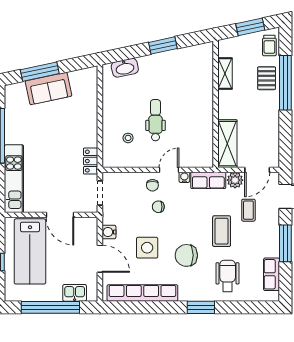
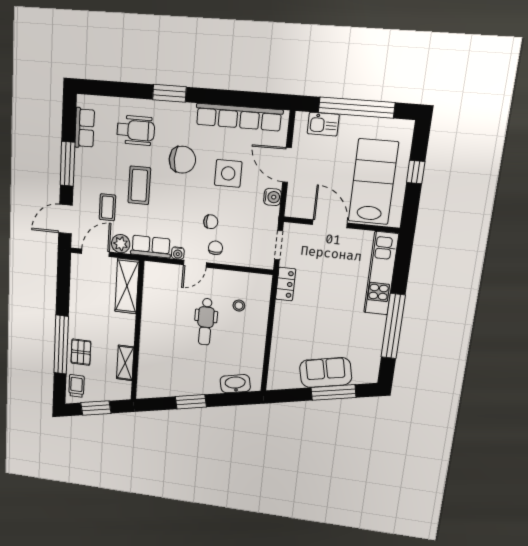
wheelchair: (228, 276) -> (136, 130), turned -90

